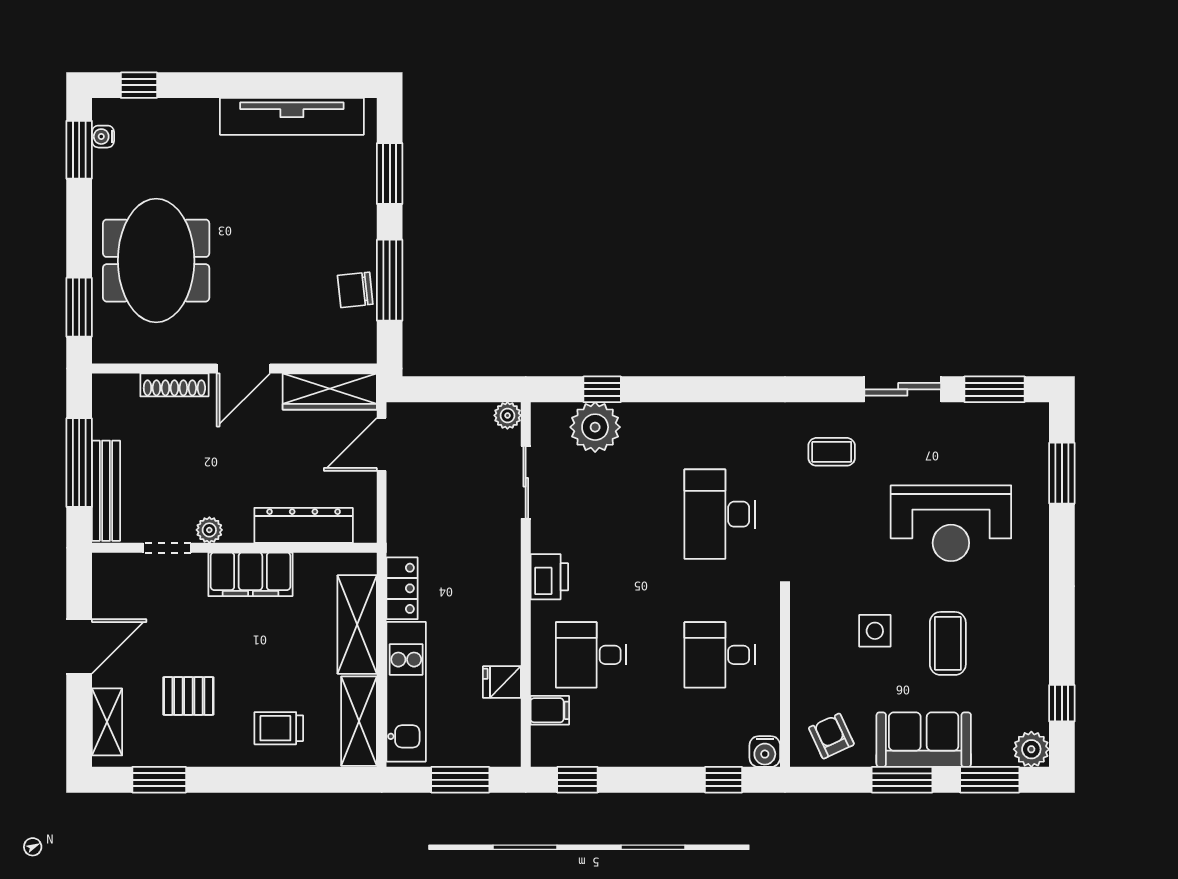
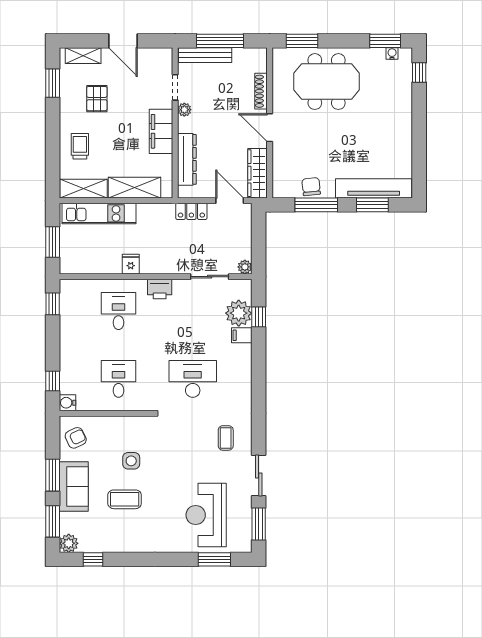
tv unit: (292, 116) -> (374, 188), moved, turned 90
reception desk: (951, 523) -> (206, 515), moved
locker: (402, 588) -> (191, 211), moved
fridge: (502, 682) -> (131, 264), moved
filing cabinet: (550, 710) -> (242, 335), moved, turned 90

